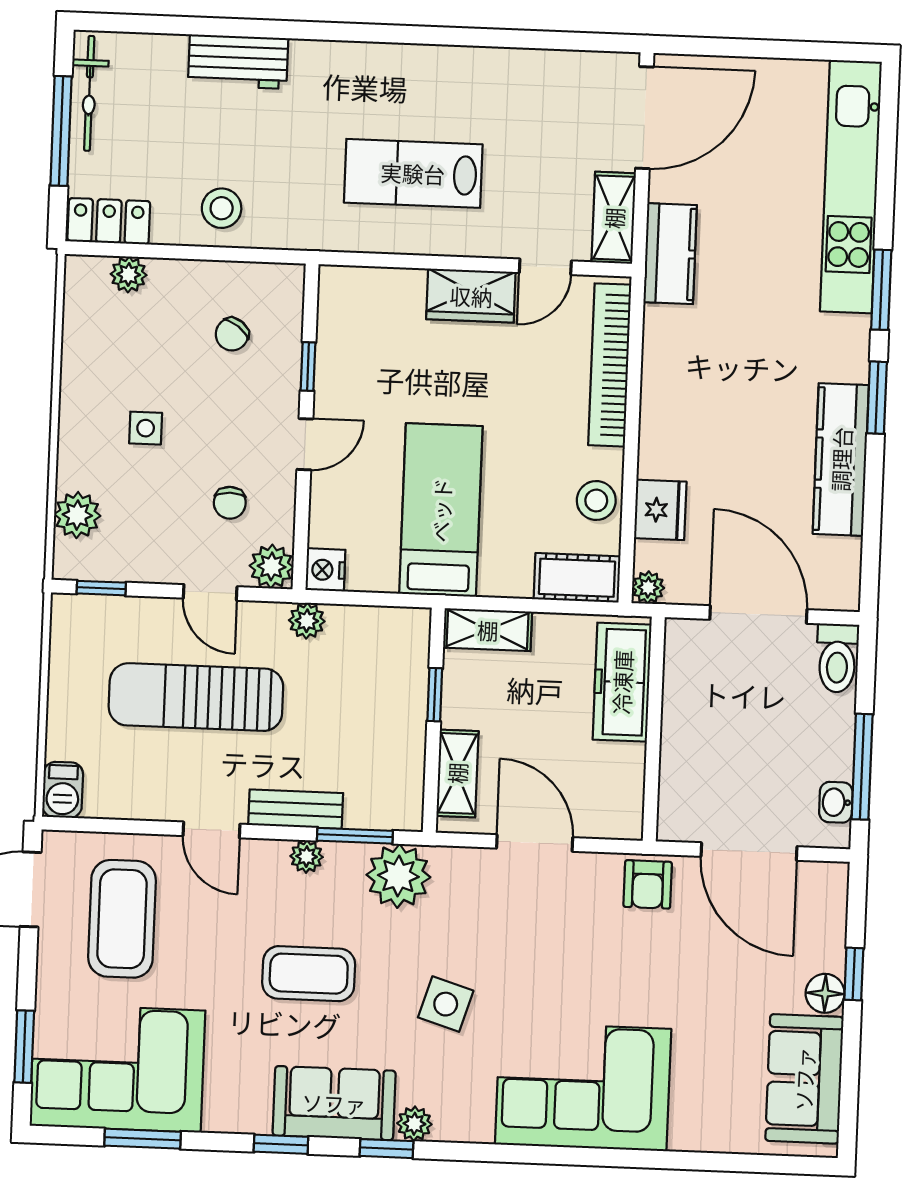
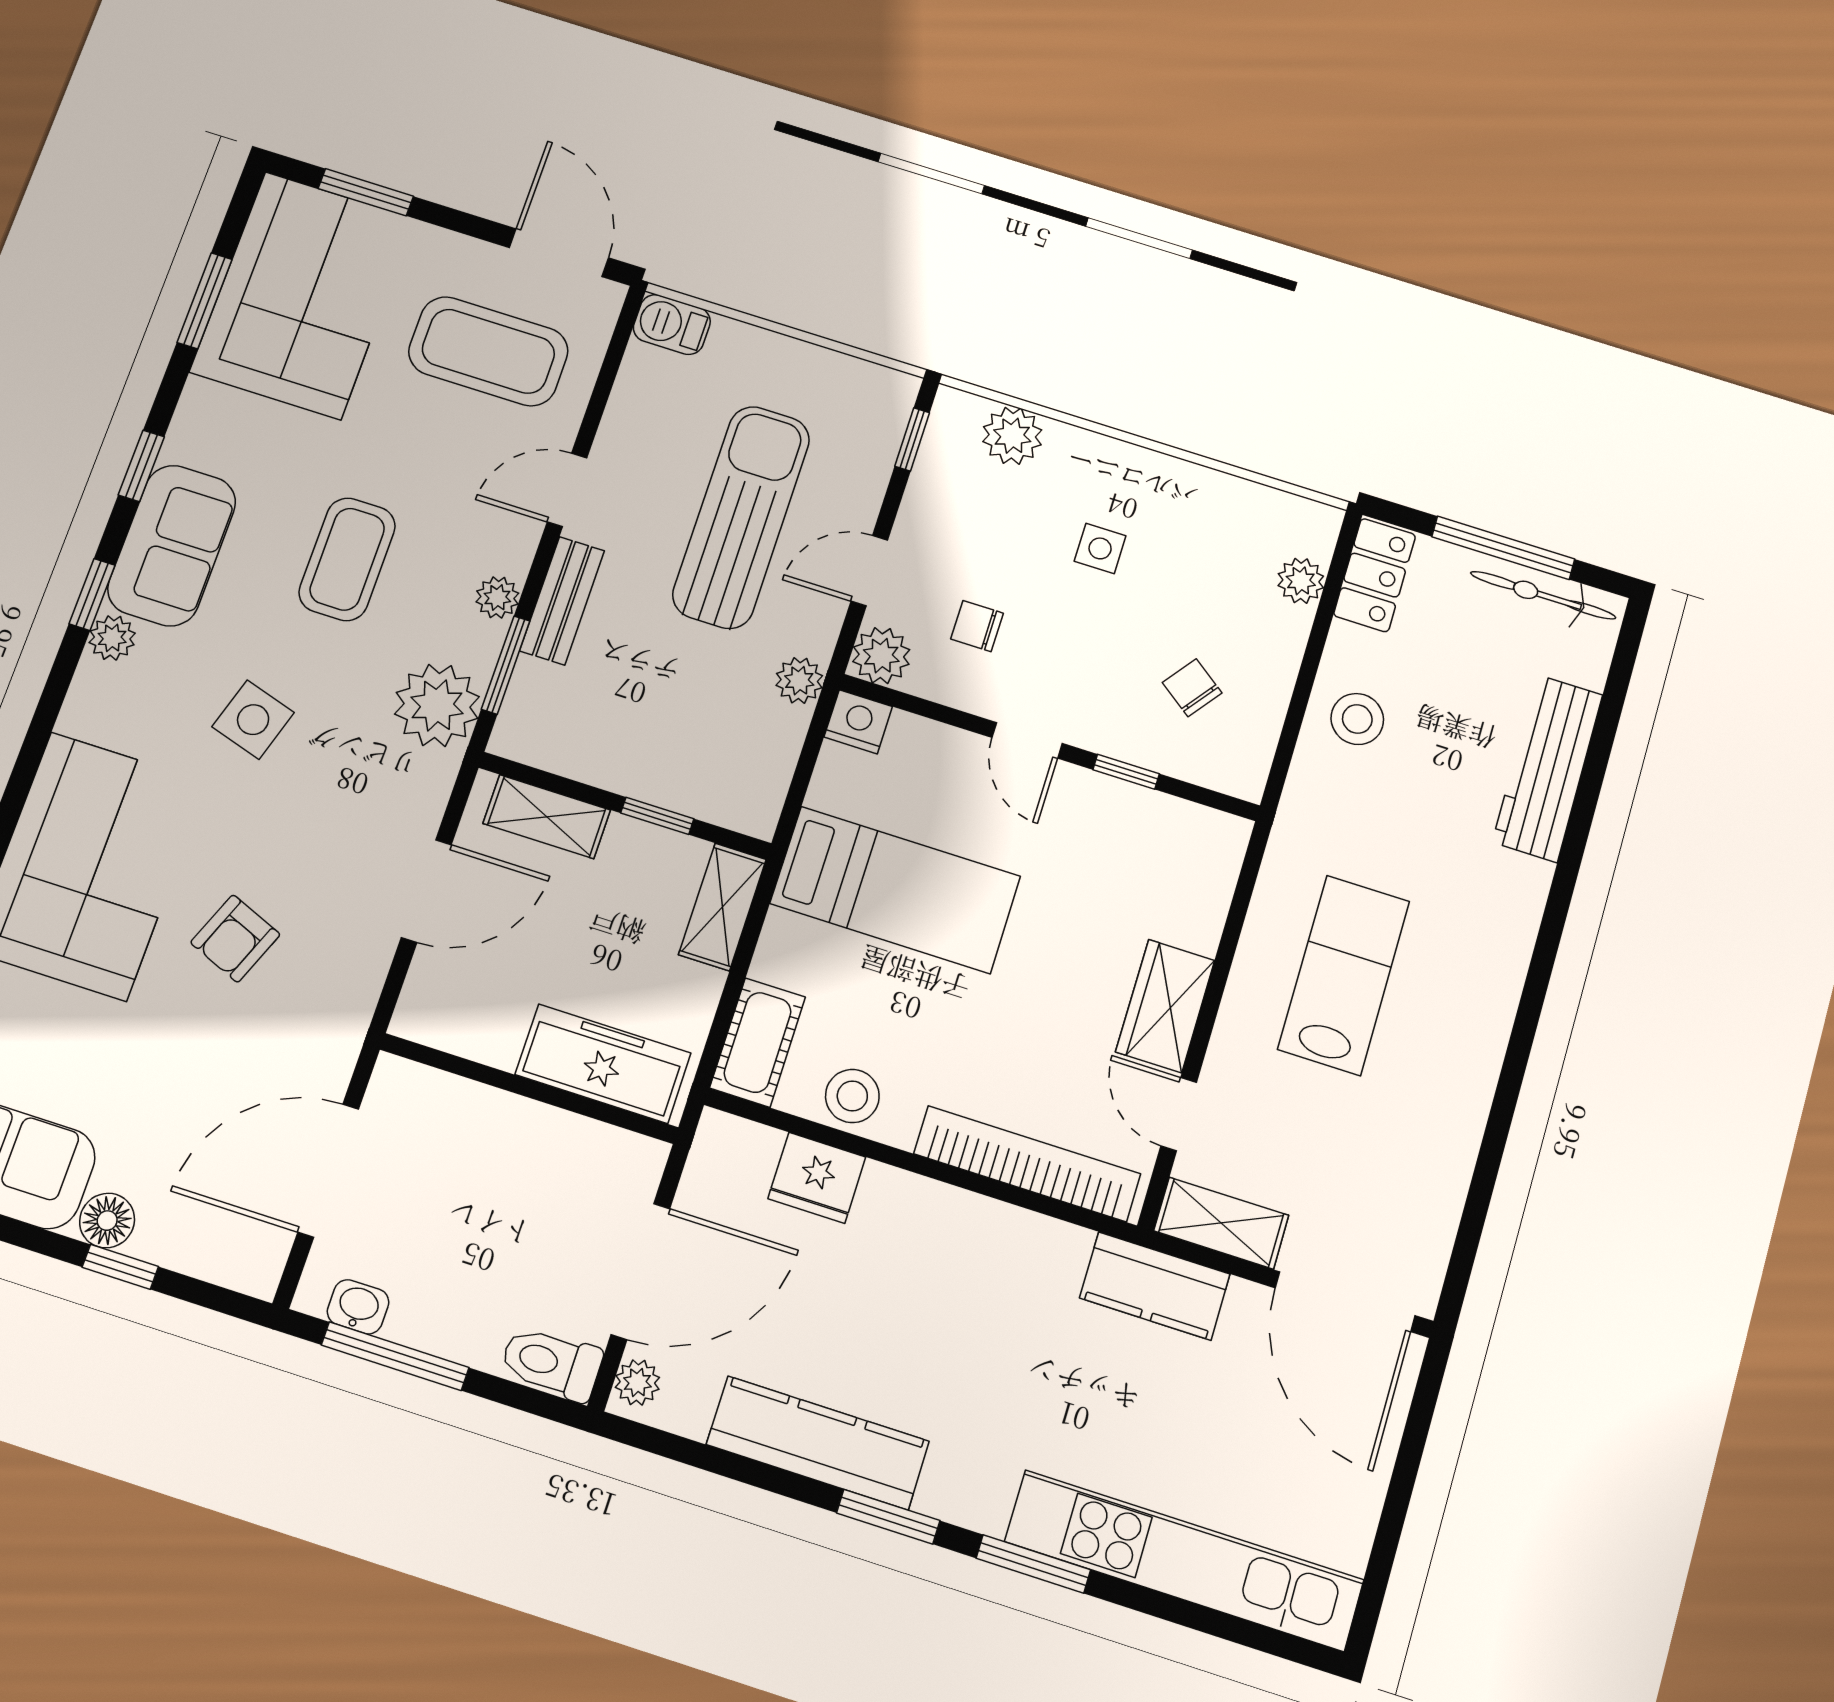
workbench: (238, 62) -> (1548, 768), width x1.38
plant: (648, 587) -> (637, 1382), moved
armchair: (648, 884) -> (235, 939), moved, turned -68

